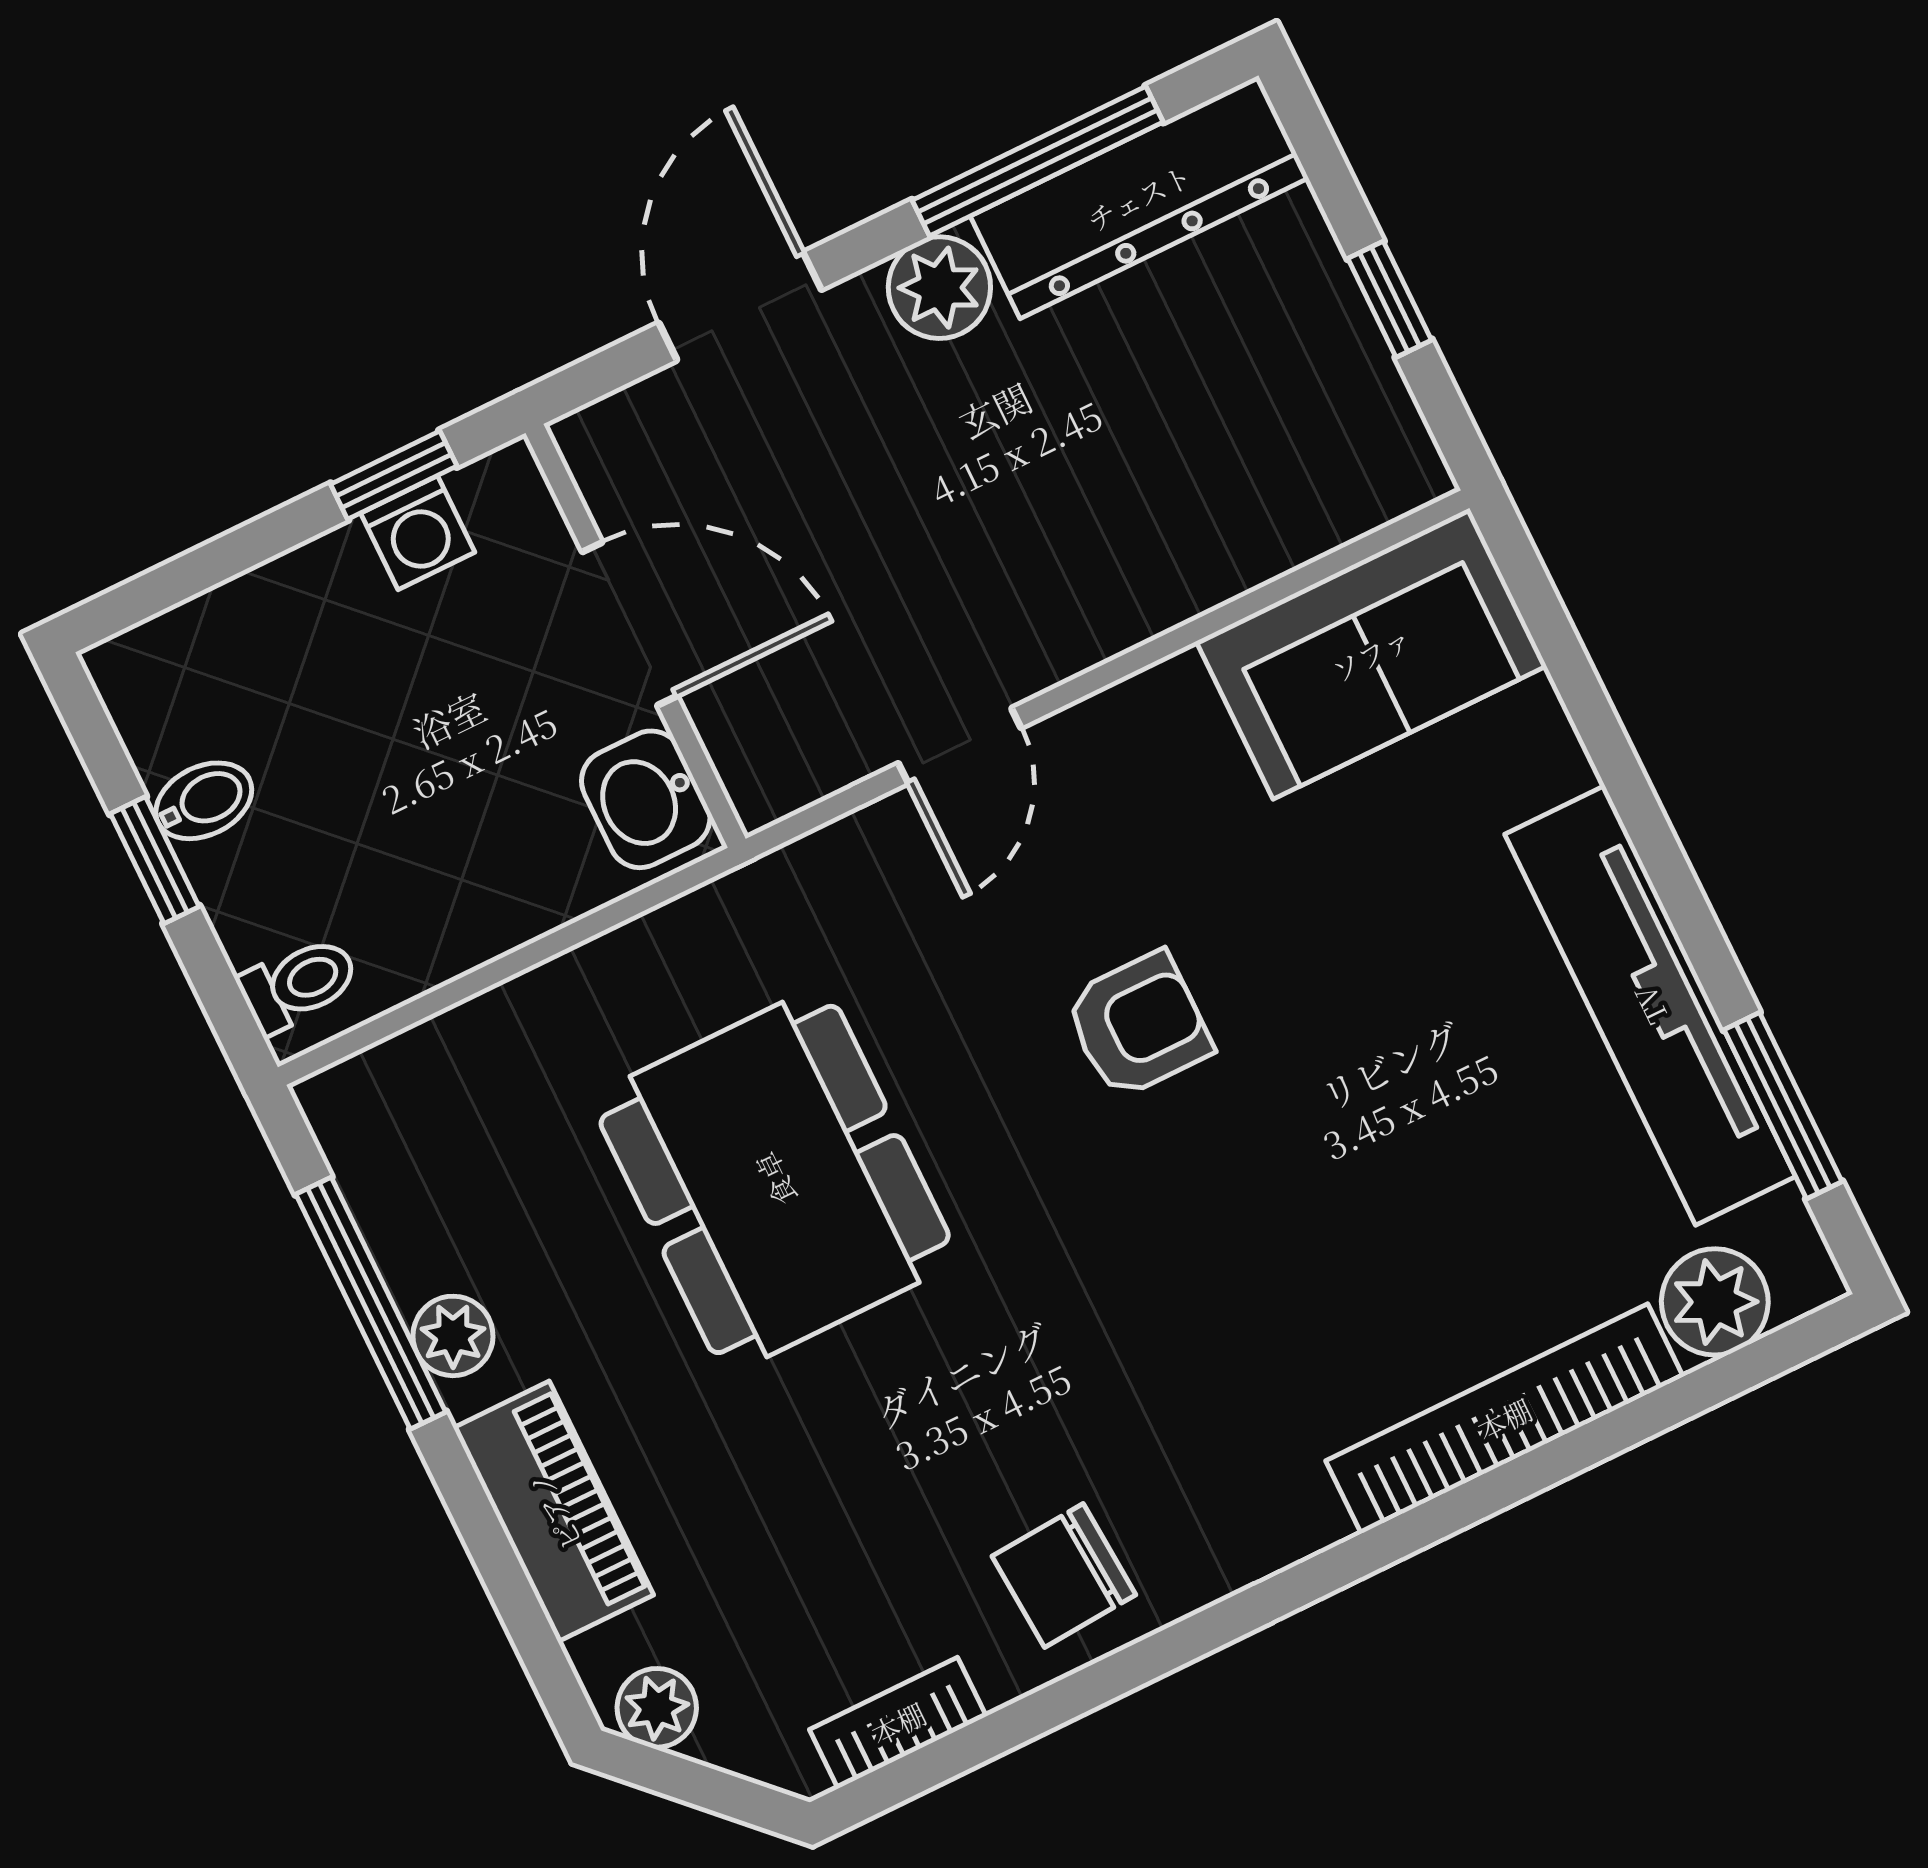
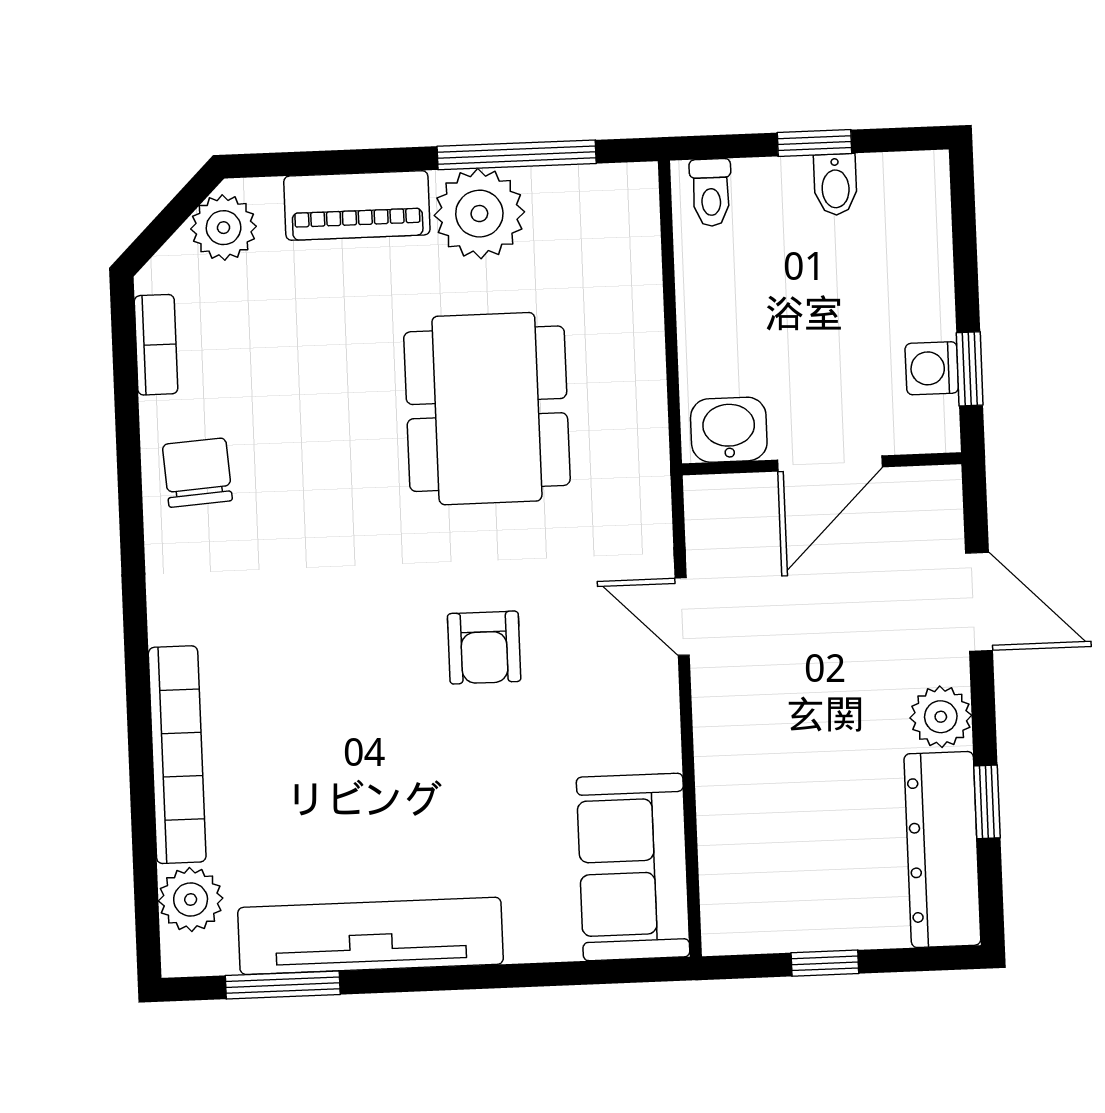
window: (1038, 161) -> (987, 802), width x0.46
dining table: (775, 1179) -> (487, 409), turned 90
plant: (453, 1336) -> (479, 214), width x1.87, depth x1.87
plant: (657, 1708) -> (224, 228), width x1.38, depth x1.38

